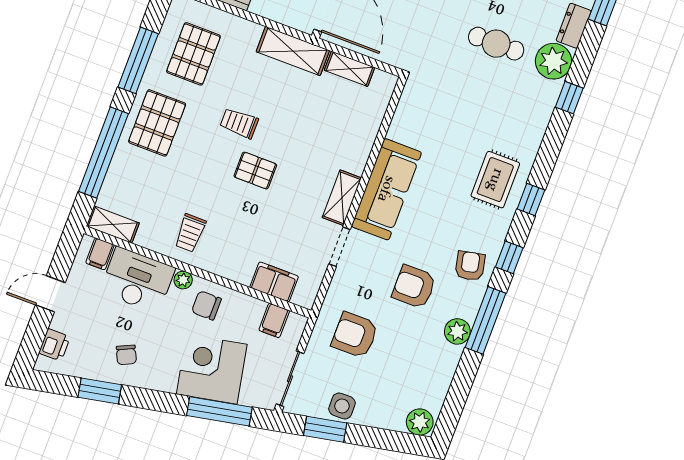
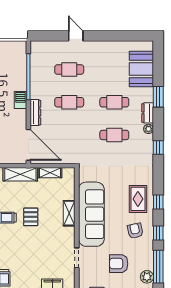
plant: (553, 61) -> (149, 129), width x0.53, depth x0.53
pallet: (255, 171) -> (31, 217), moved, turned 90
sofa: (386, 189) -> (91, 214), width x1.36, depth x1.27
shelving: (342, 198) -> (69, 213), moved
armchair: (470, 266) -> (135, 231), moved

